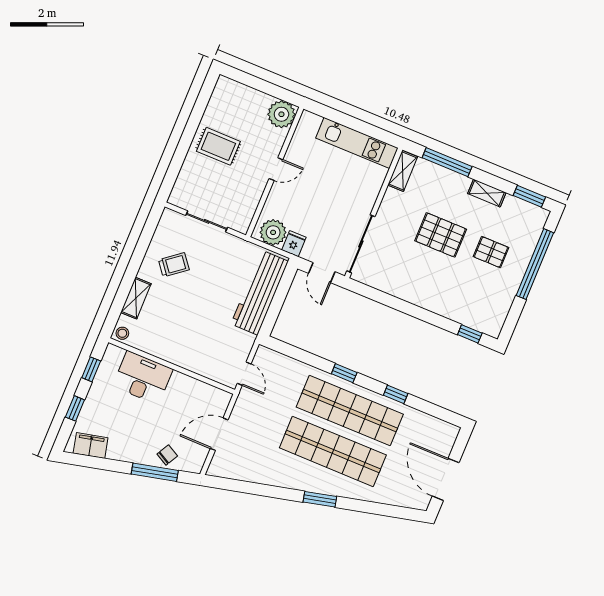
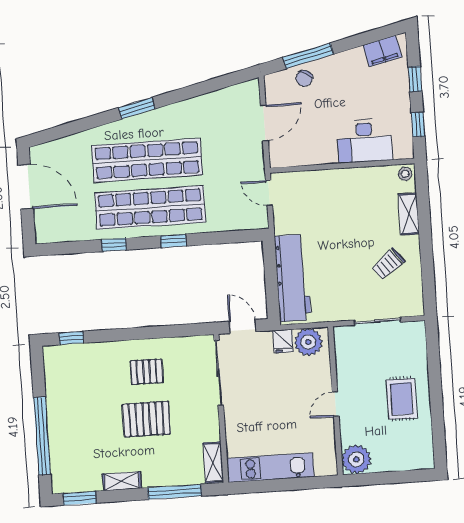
rug: (218, 146) -> (402, 399), turned 90
pallet: (491, 252) -> (147, 372), moved

